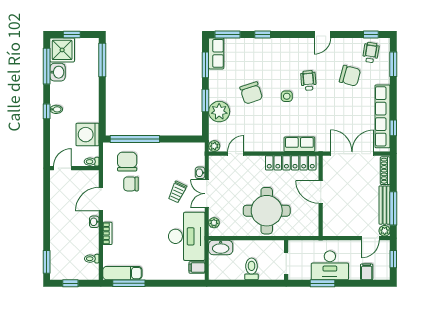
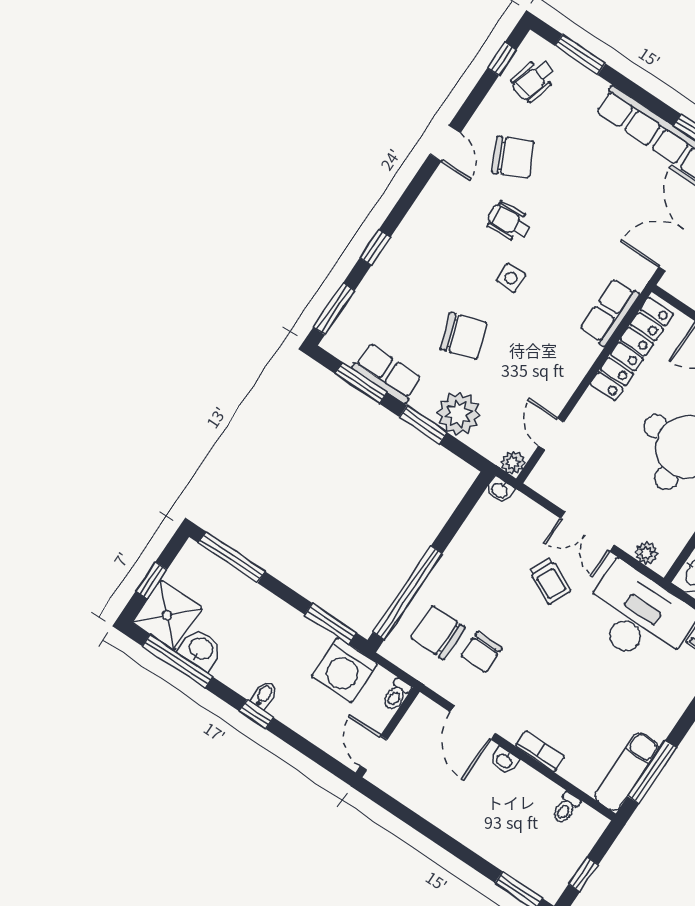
row of seats: (216, 53) -> (387, 373), moved
wheelchair: (371, 53) -> (533, 80), turned -84
chair: (350, 76) -> (513, 157), moved, turned 49
window: (102, 117) -> (330, 623), added
washbasin: (200, 173) -> (500, 490), moved

